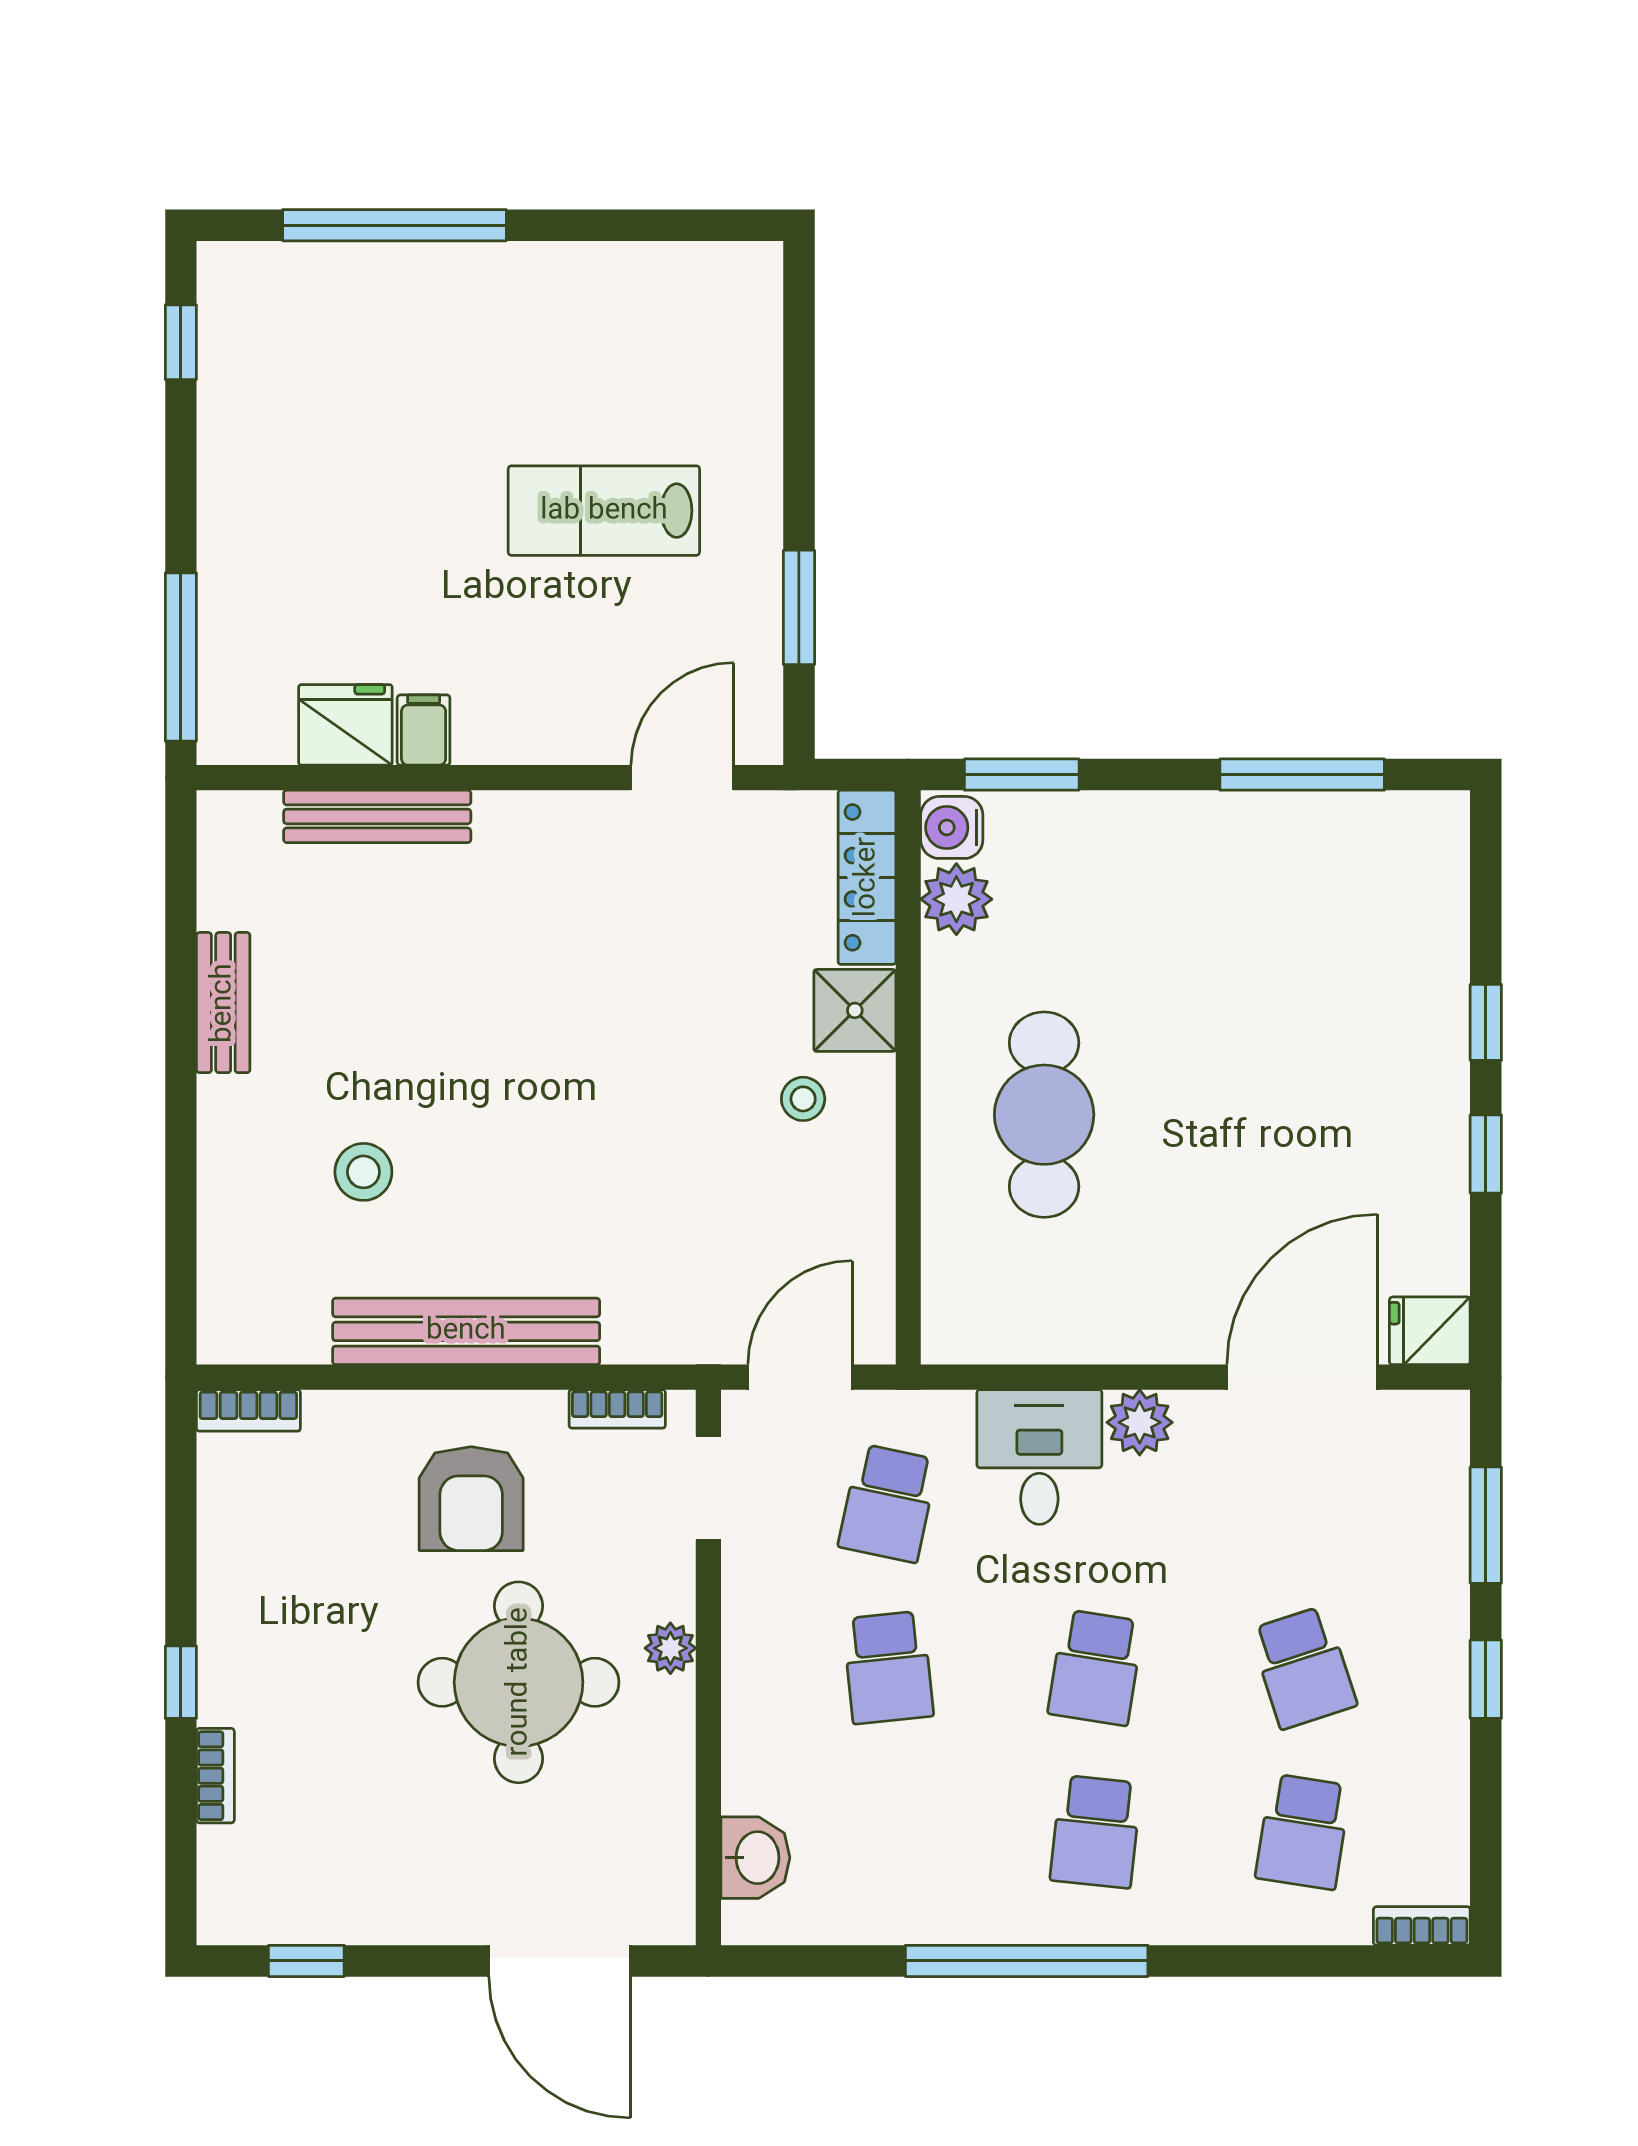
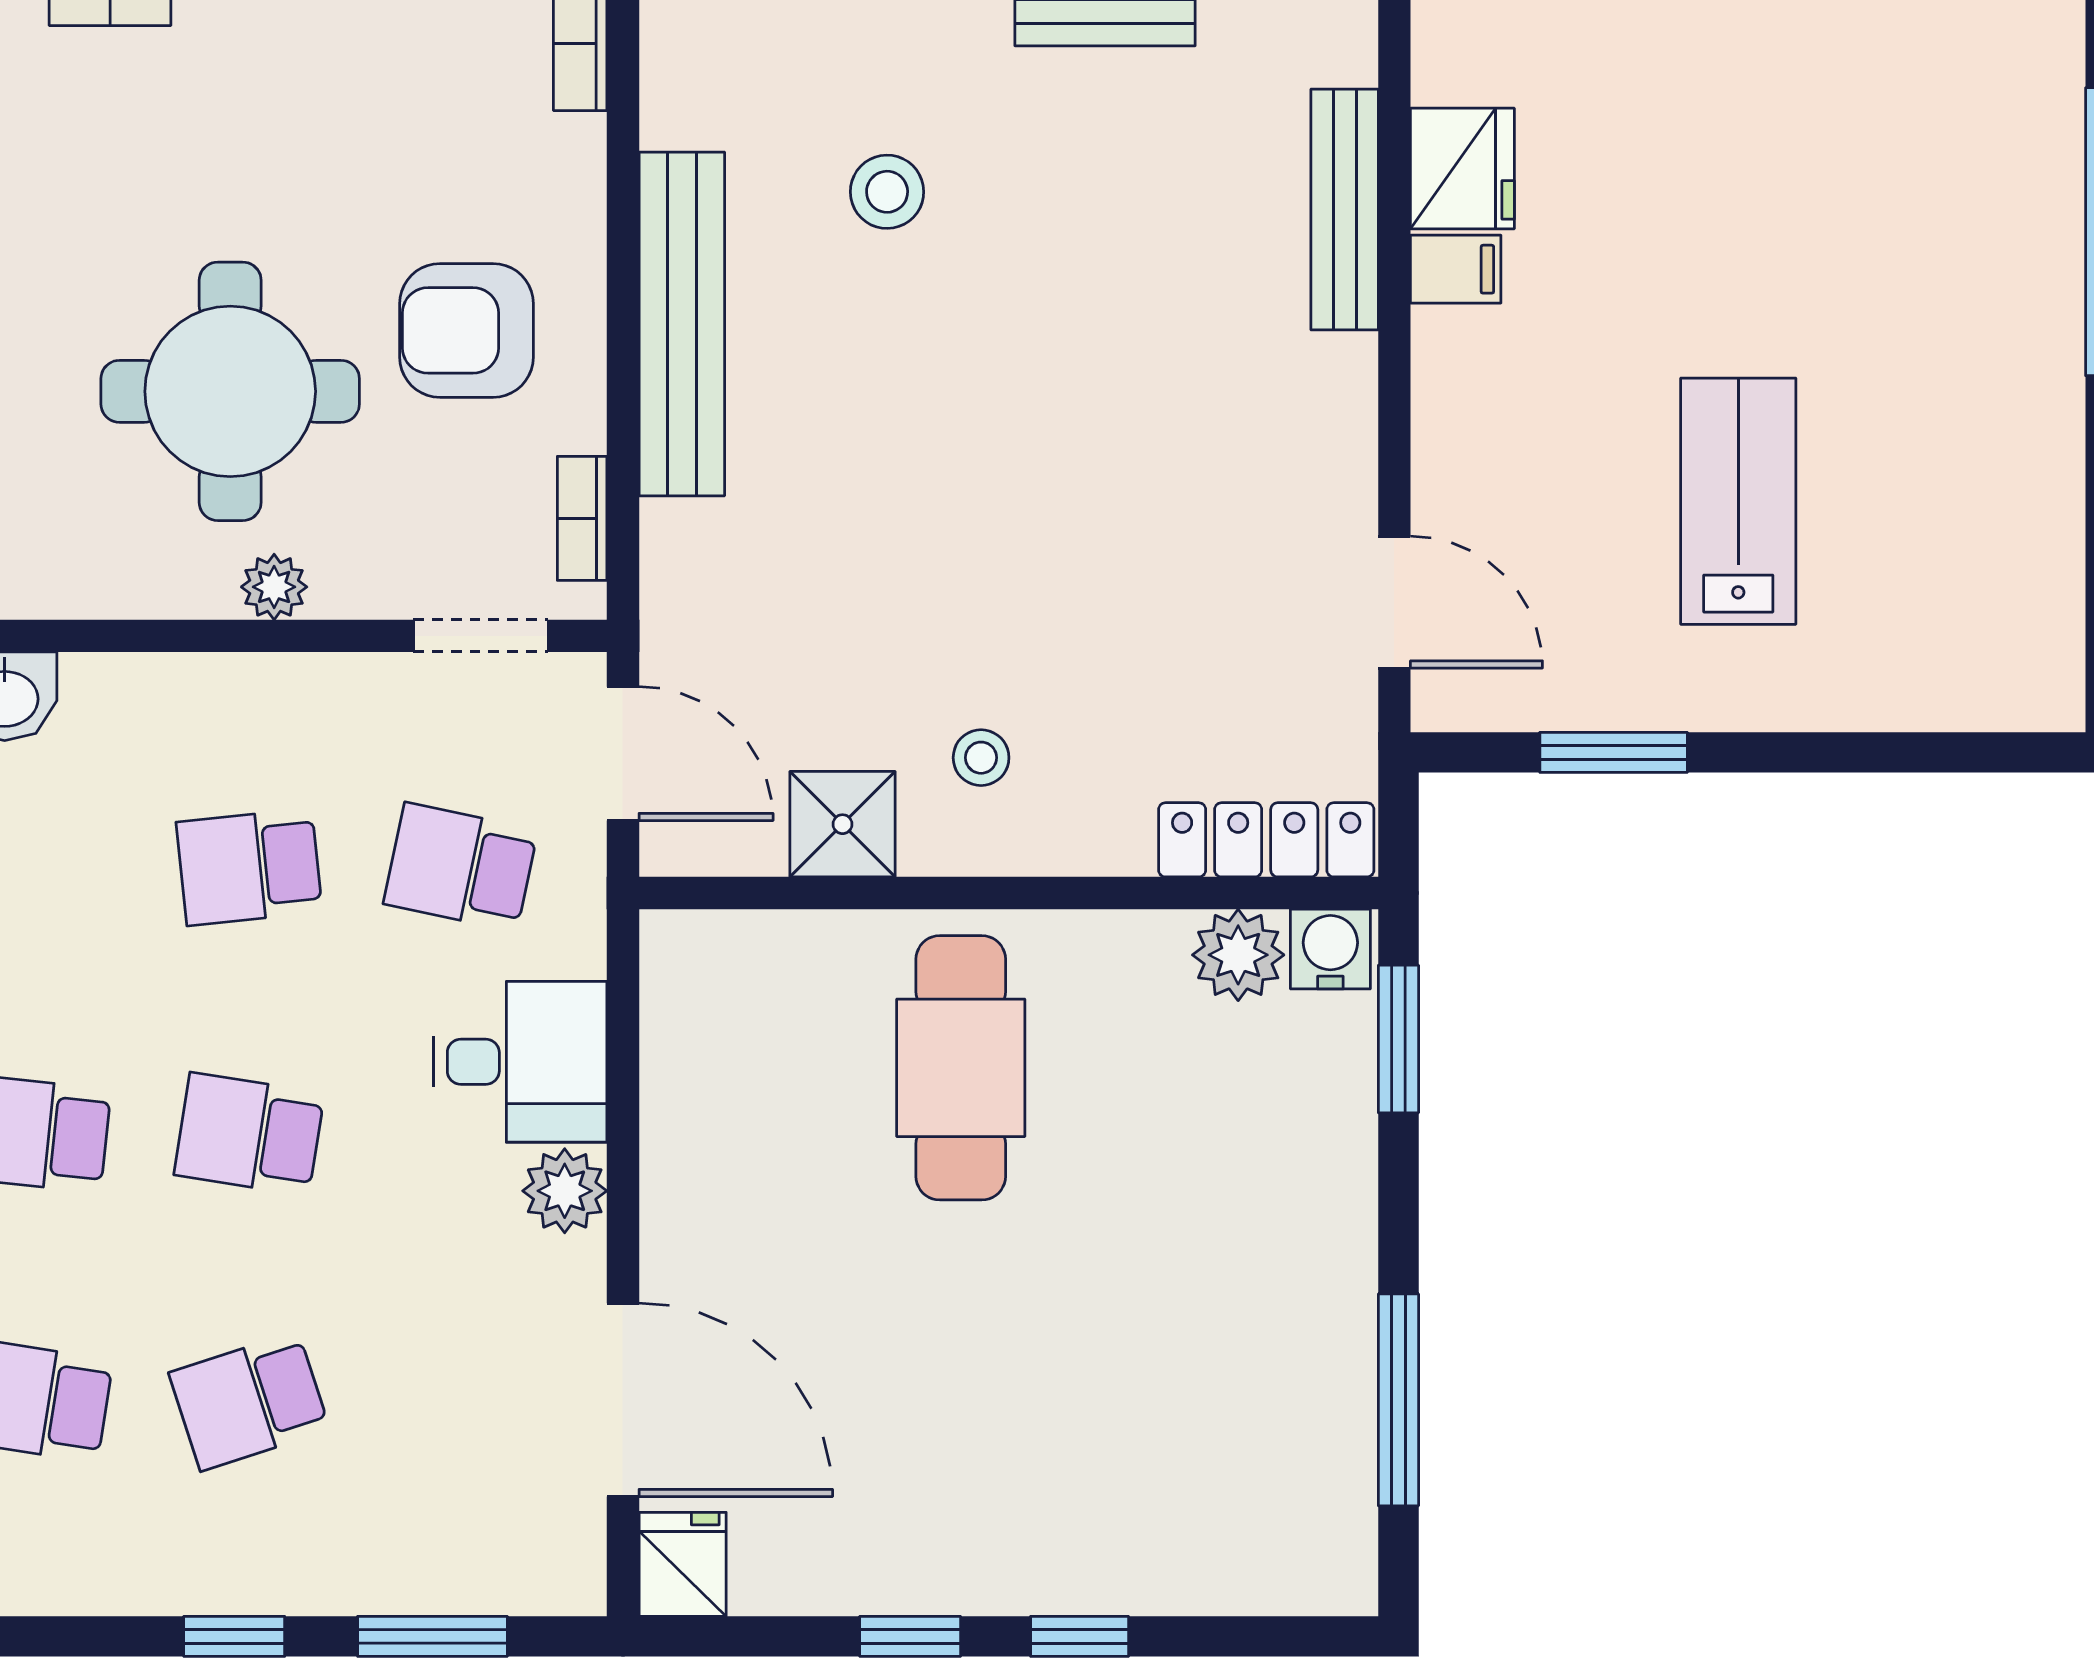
shower: (855, 1010) -> (843, 824), moved
cafe table: (1044, 1115) -> (961, 1068), turned 90

